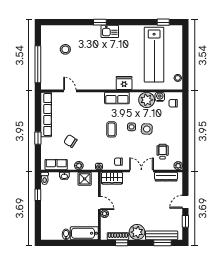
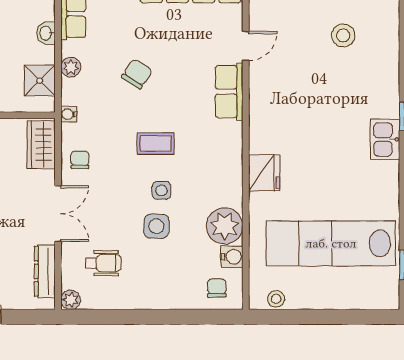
row of seats: (117, 98) -> (229, 92), moved
chair: (70, 141) -> (137, 74), moved

